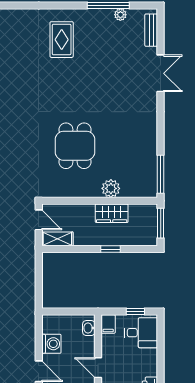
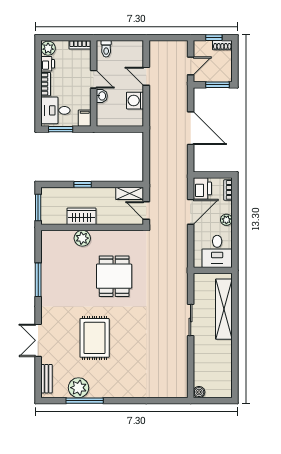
plant: (120, 15) -> (78, 388), width x1.87, depth x1.87
rug: (62, 40) -> (95, 338), moved, width x1.36, depth x1.43
window: (161, 174) -> (38, 280), moved
window: (135, 312) -> (61, 129), width x1.50
washbasin: (89, 328) -> (102, 96), moved
bookcase: (152, 362) -> (46, 84), added

